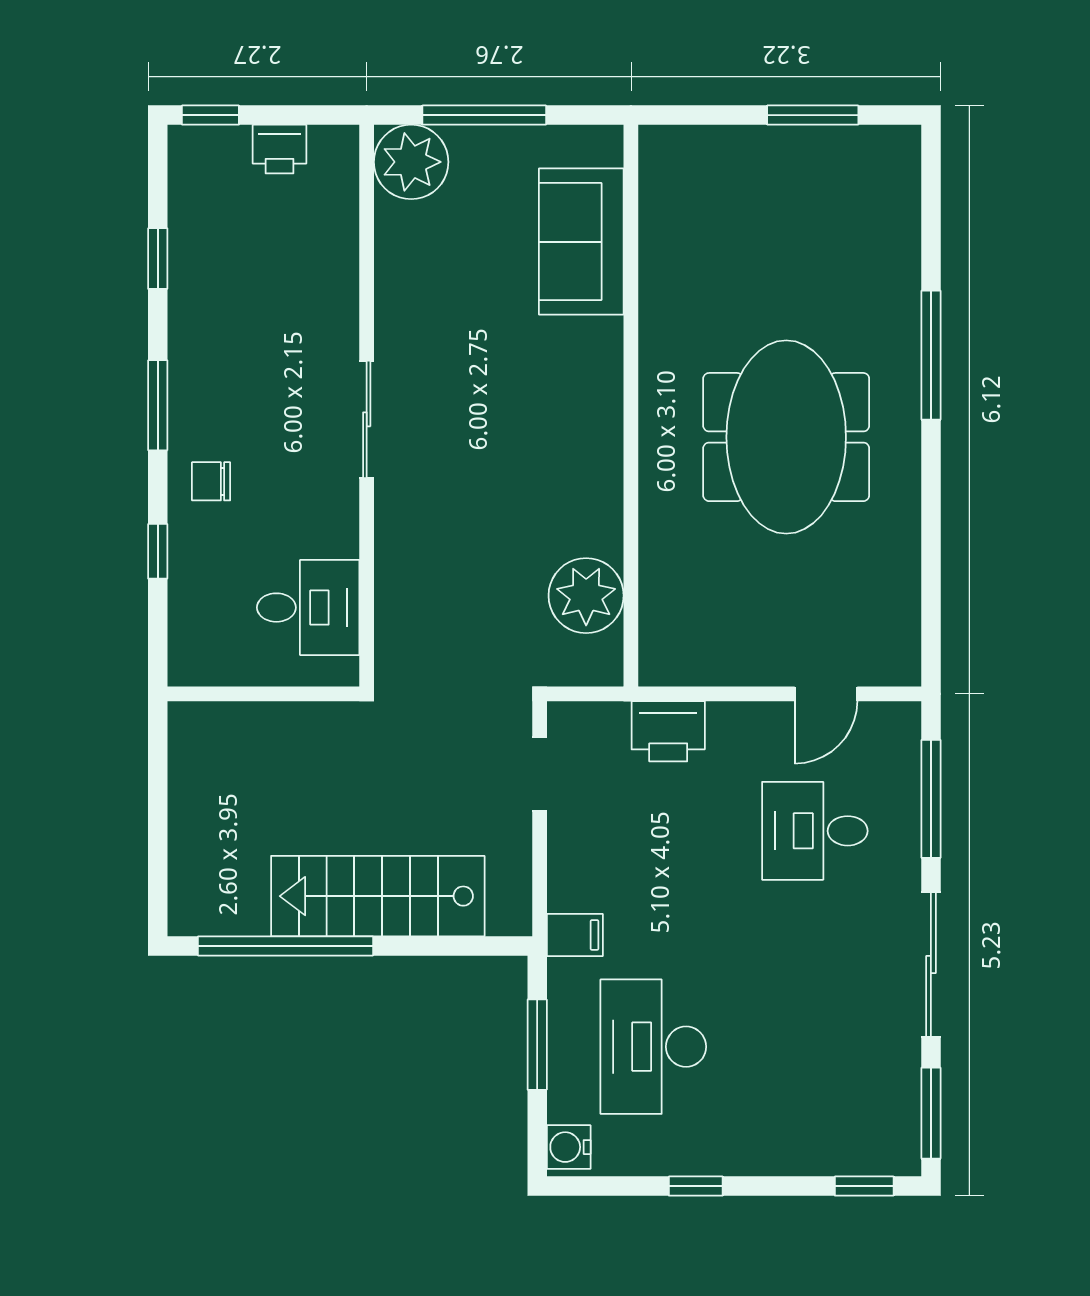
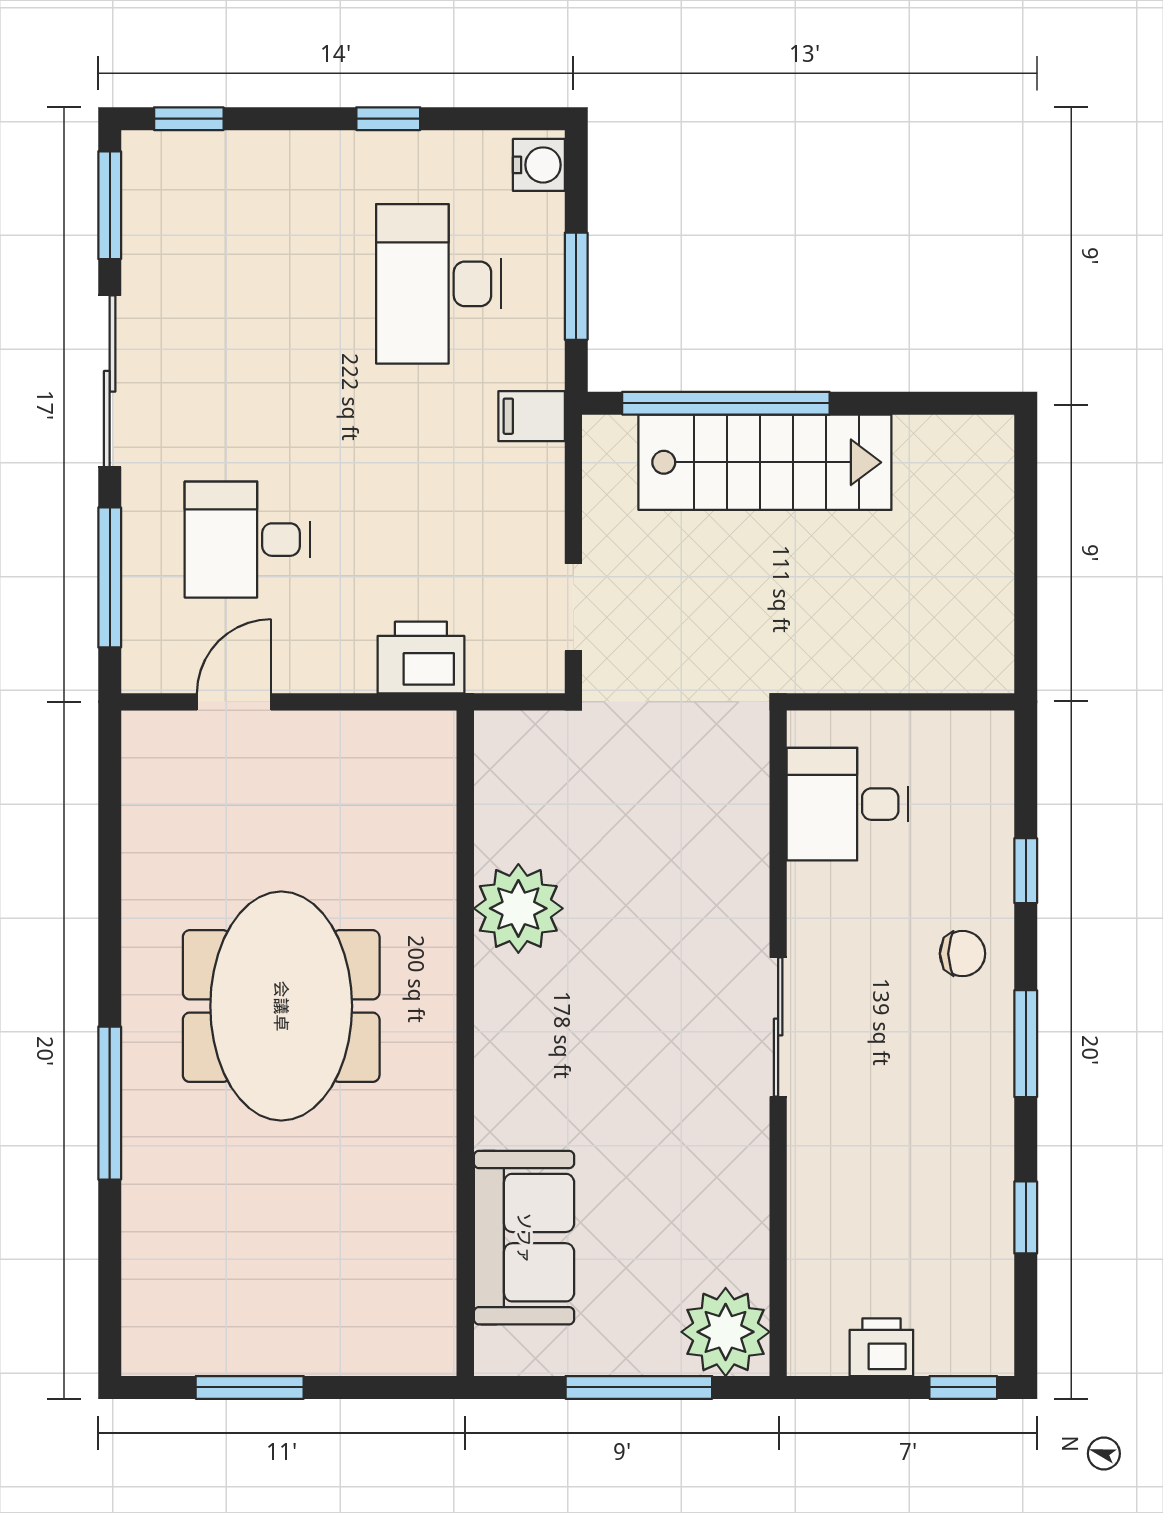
plant: (586, 596) -> (518, 908), moved
desk: (815, 831) -> (247, 540), turned 180
window: (286, 946) -> (726, 403), moved
desk: (653, 1047) -> (439, 284), turned 180

